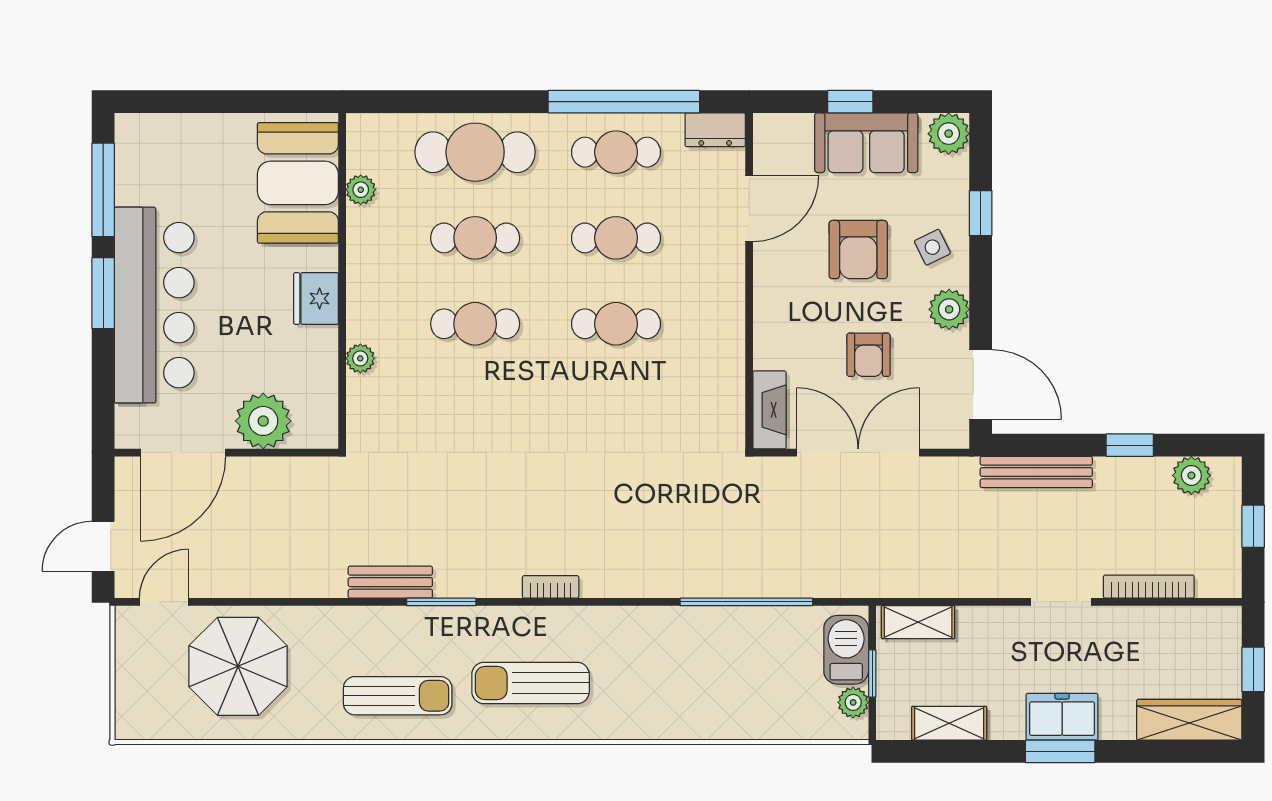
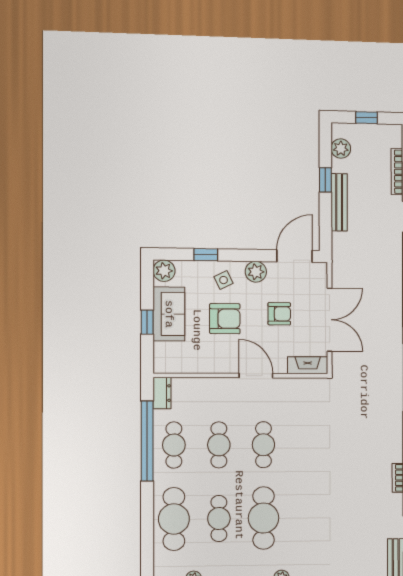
door: (749, 209) -> (256, 376), moved
cafe table: (475, 324) -> (264, 518), width x1.37, depth x1.35
double door: (858, 453) -> (329, 320), swing flipped
bench: (1036, 472) -> (339, 202), moved

